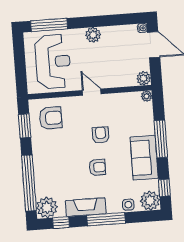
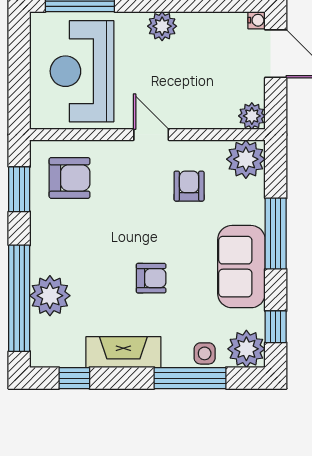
reception desk: (53, 62) -> (82, 71), turned 180
plant: (147, 96) -> (246, 159), width x1.88, depth x1.88
armchair: (101, 135) -> (189, 186), moved
plant: (47, 207) -> (50, 296), moved
window: (106, 219) -> (190, 378), moved

